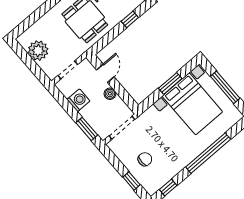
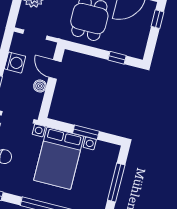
door: (105, 73) -> (55, 69), swing flipped
bed with nightstands: (192, 104) -> (59, 158), moved

